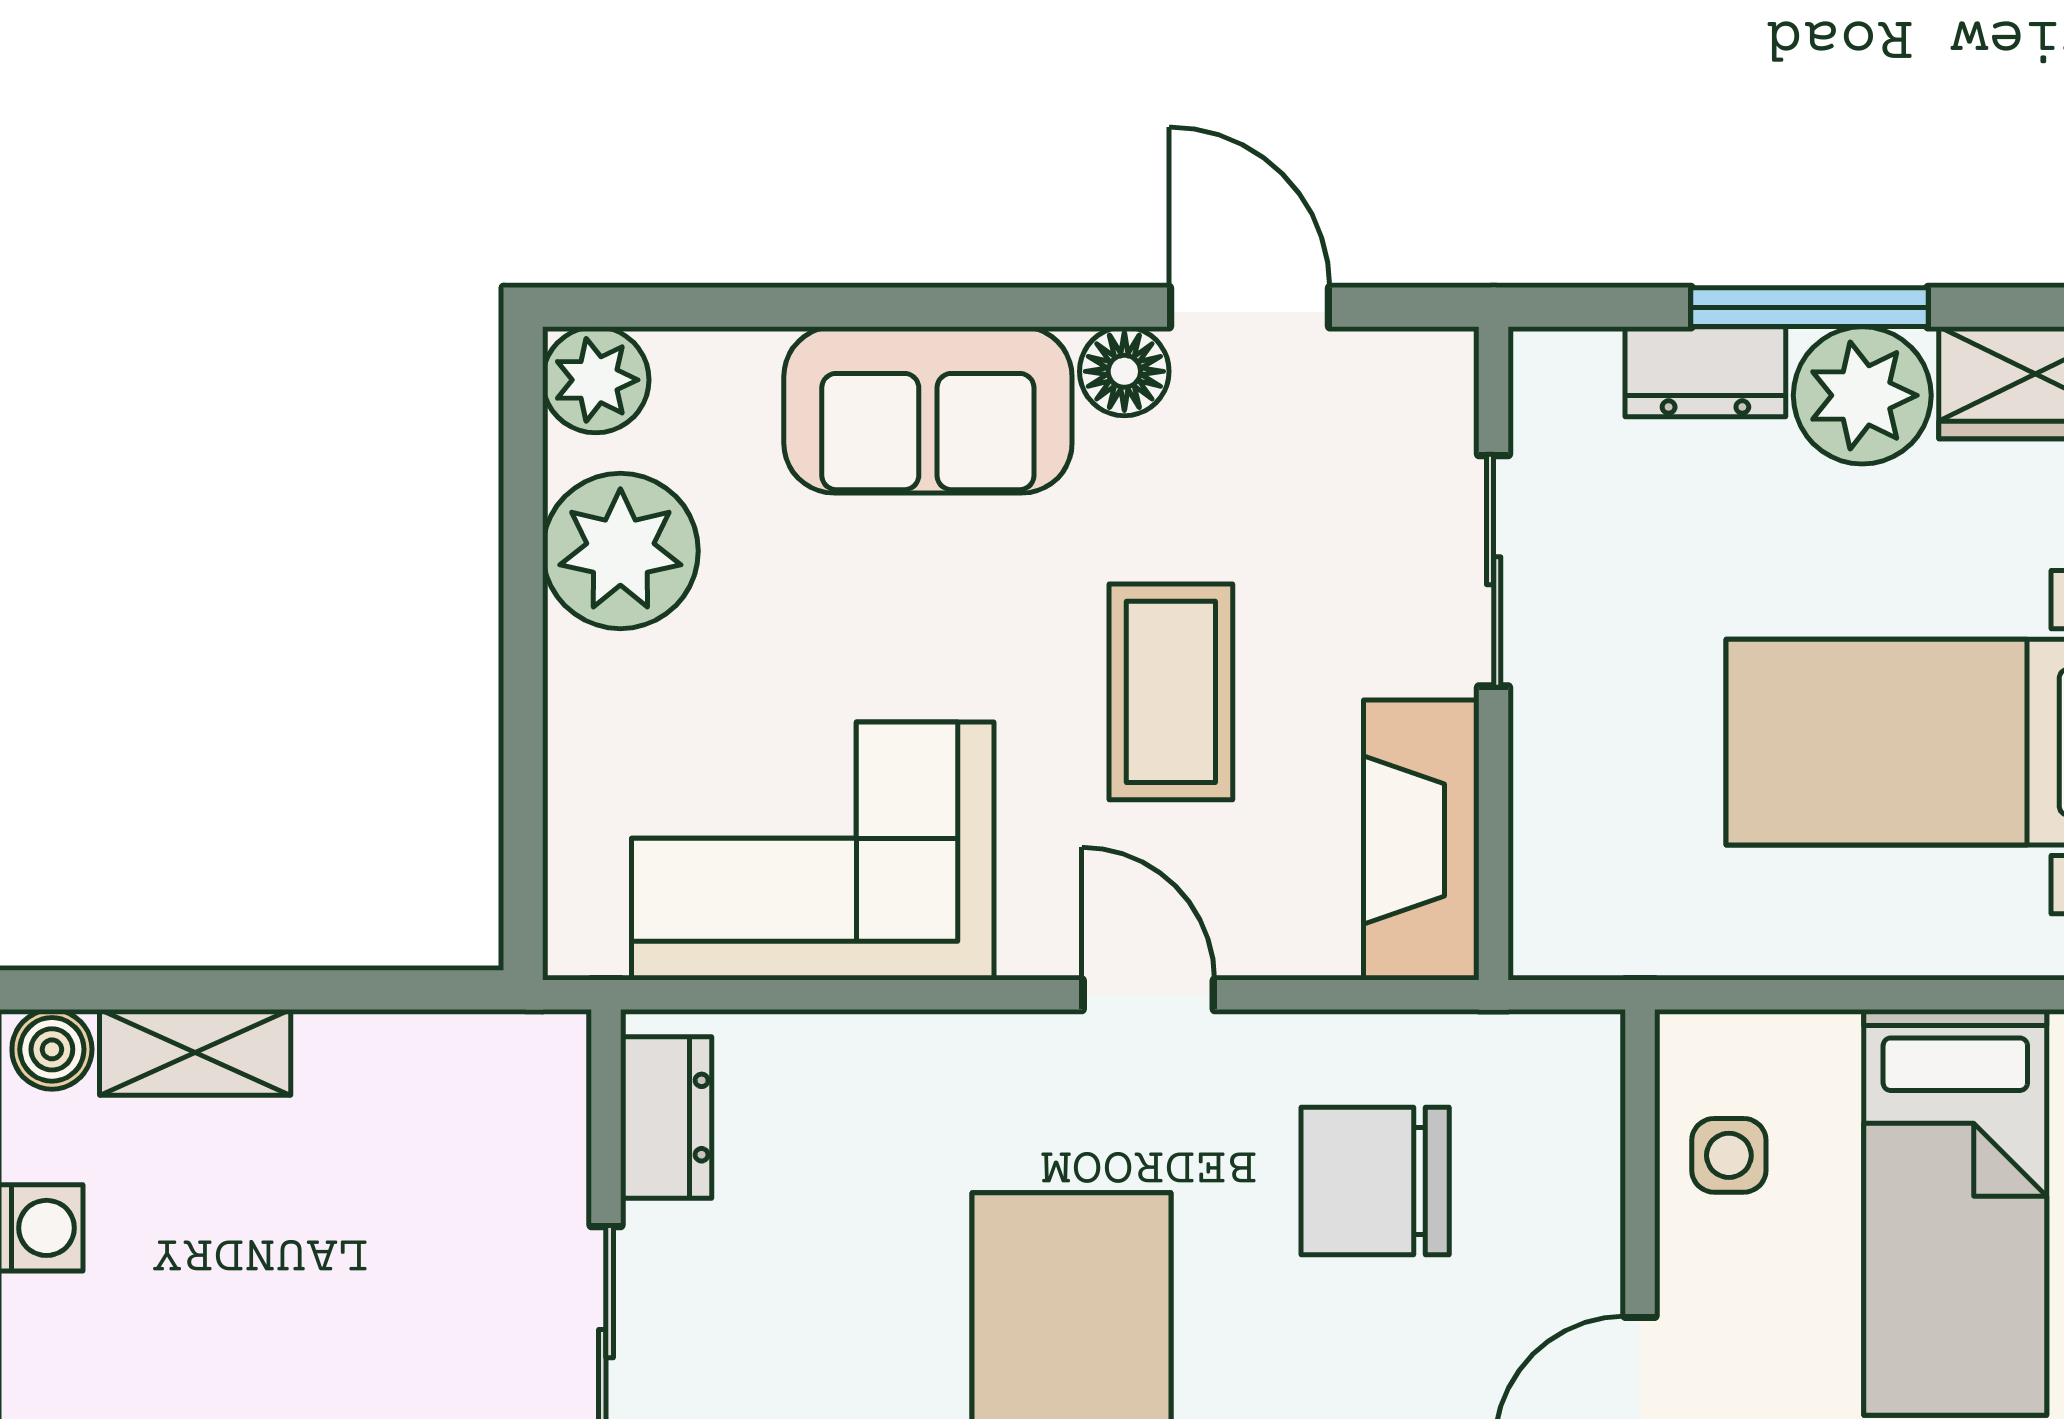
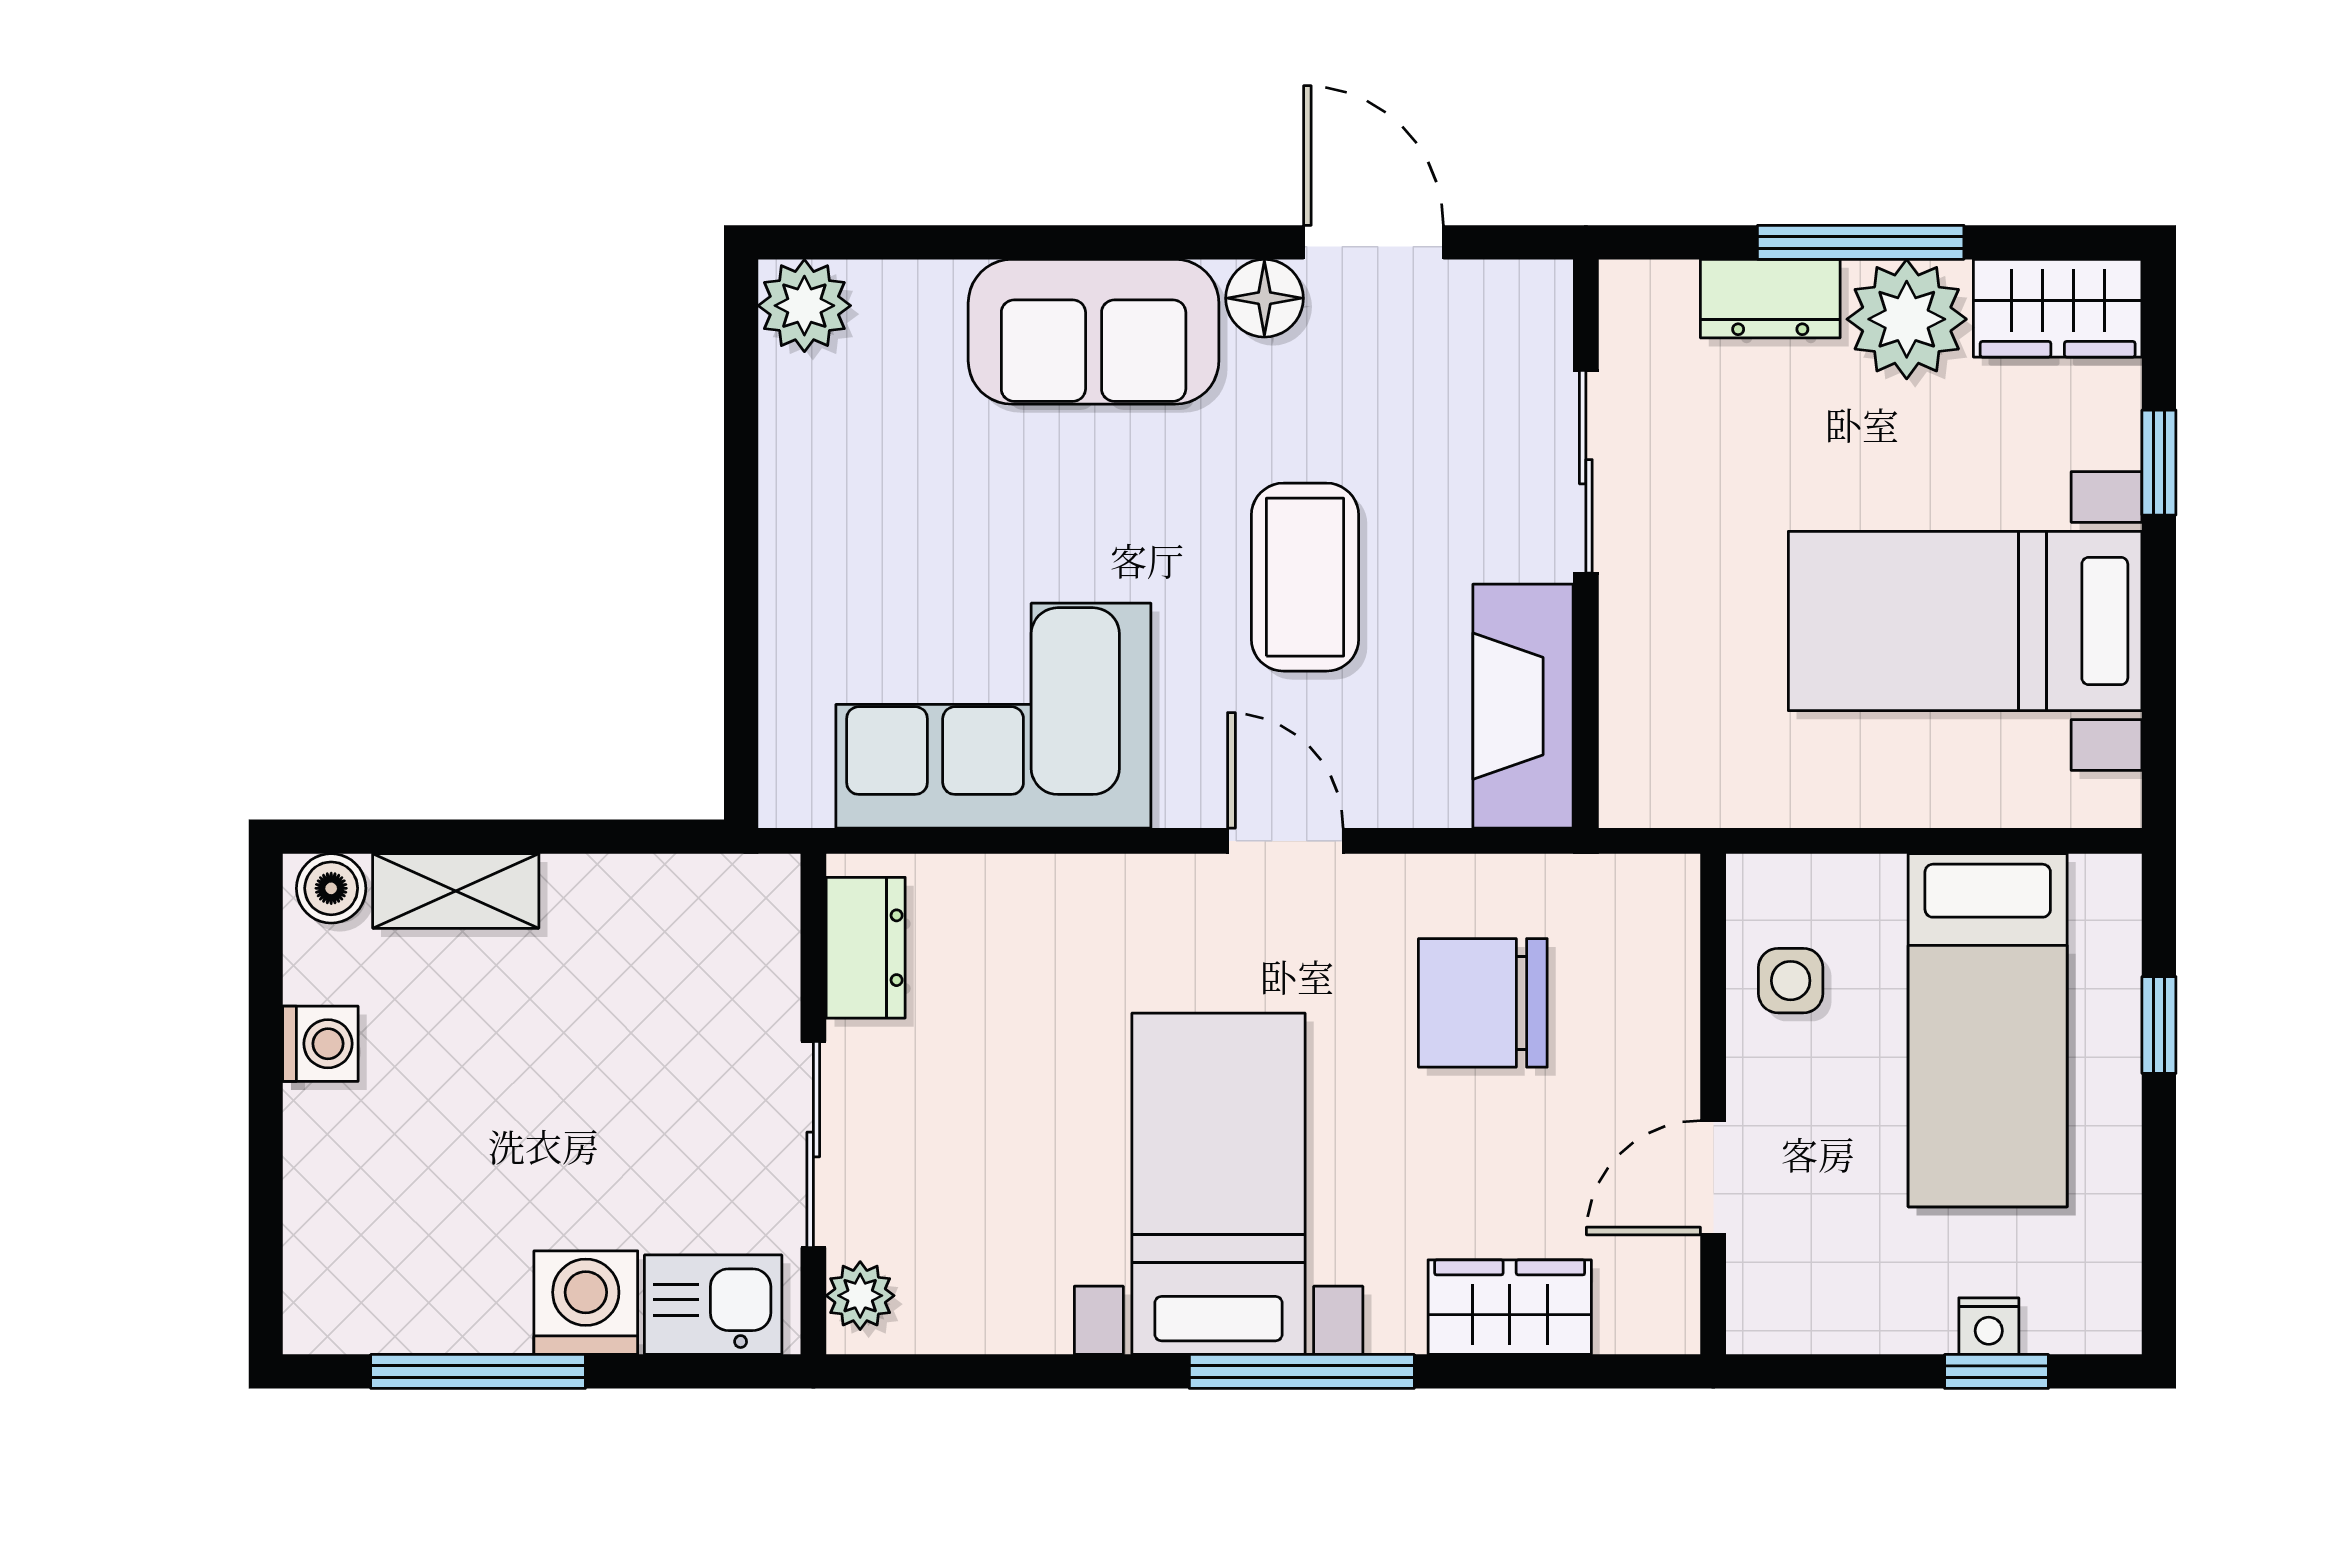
plant: (620, 551) -> (826, 455), removed

